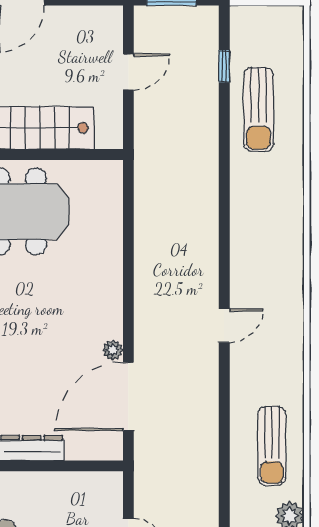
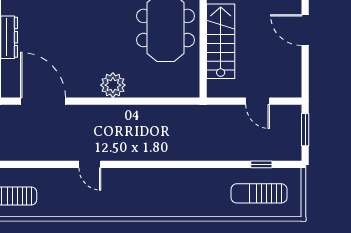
sun lounger: (259, 109) -> (259, 193), moved
plant: (113, 350) -> (113, 85), moved, width x1.88, depth x1.88

